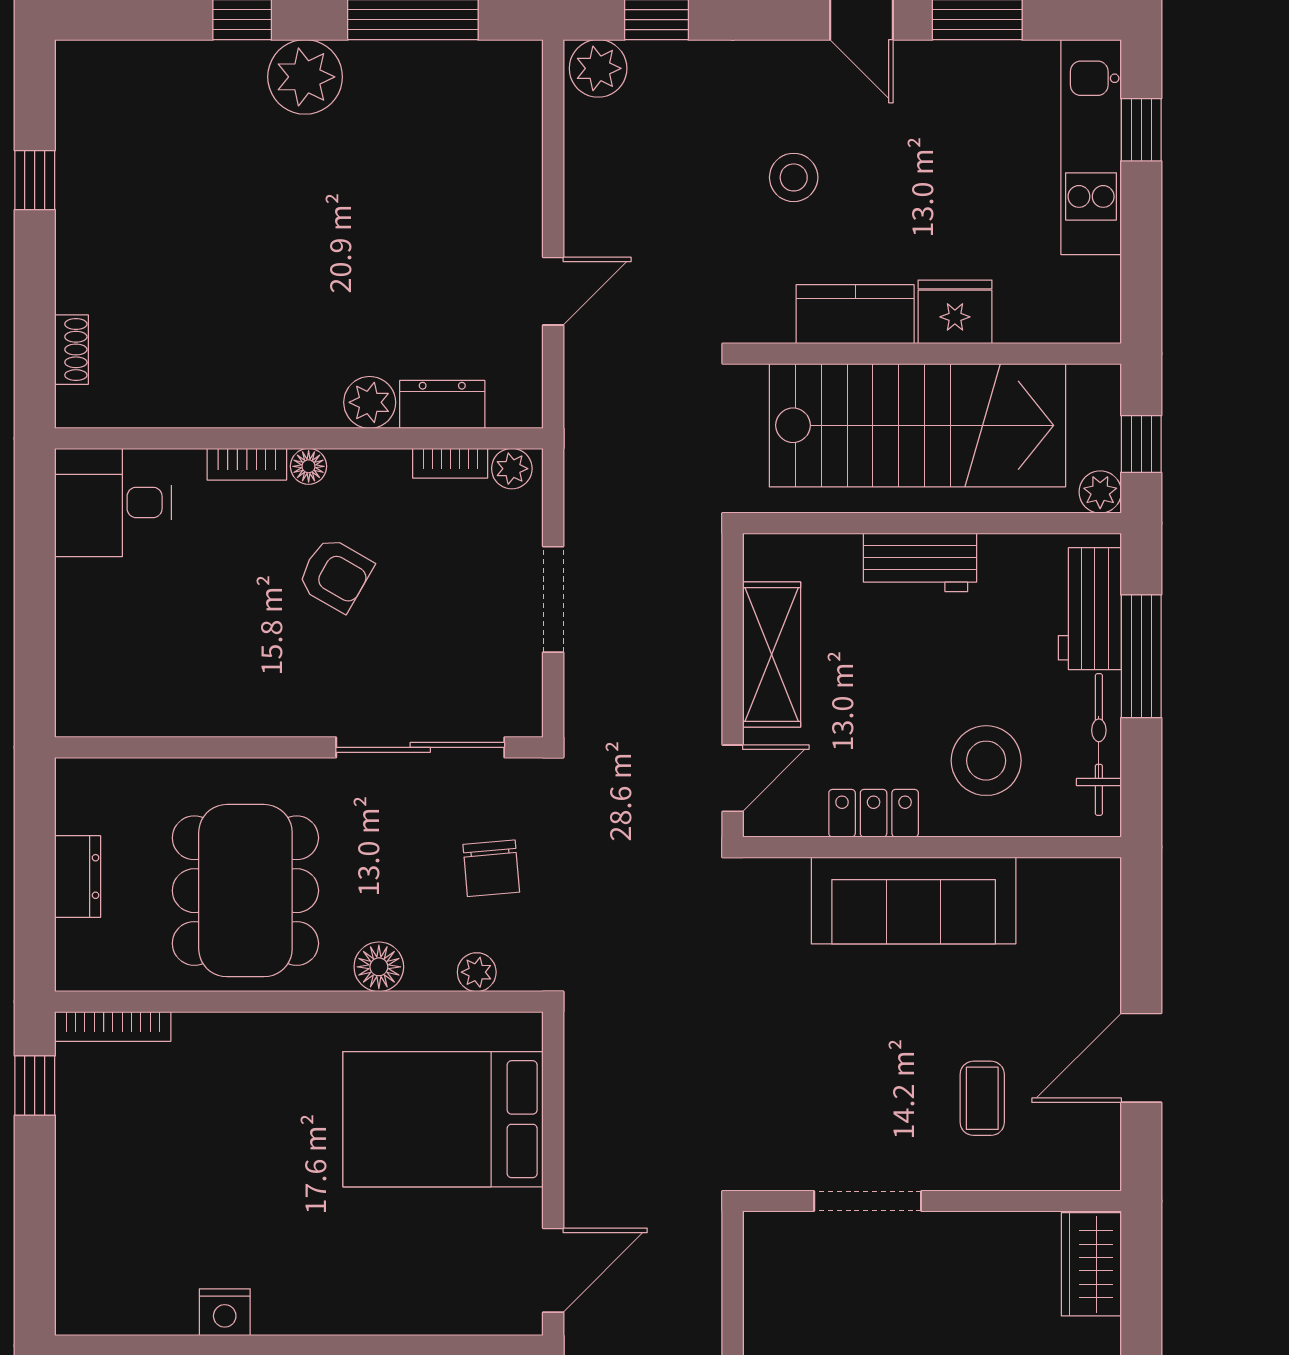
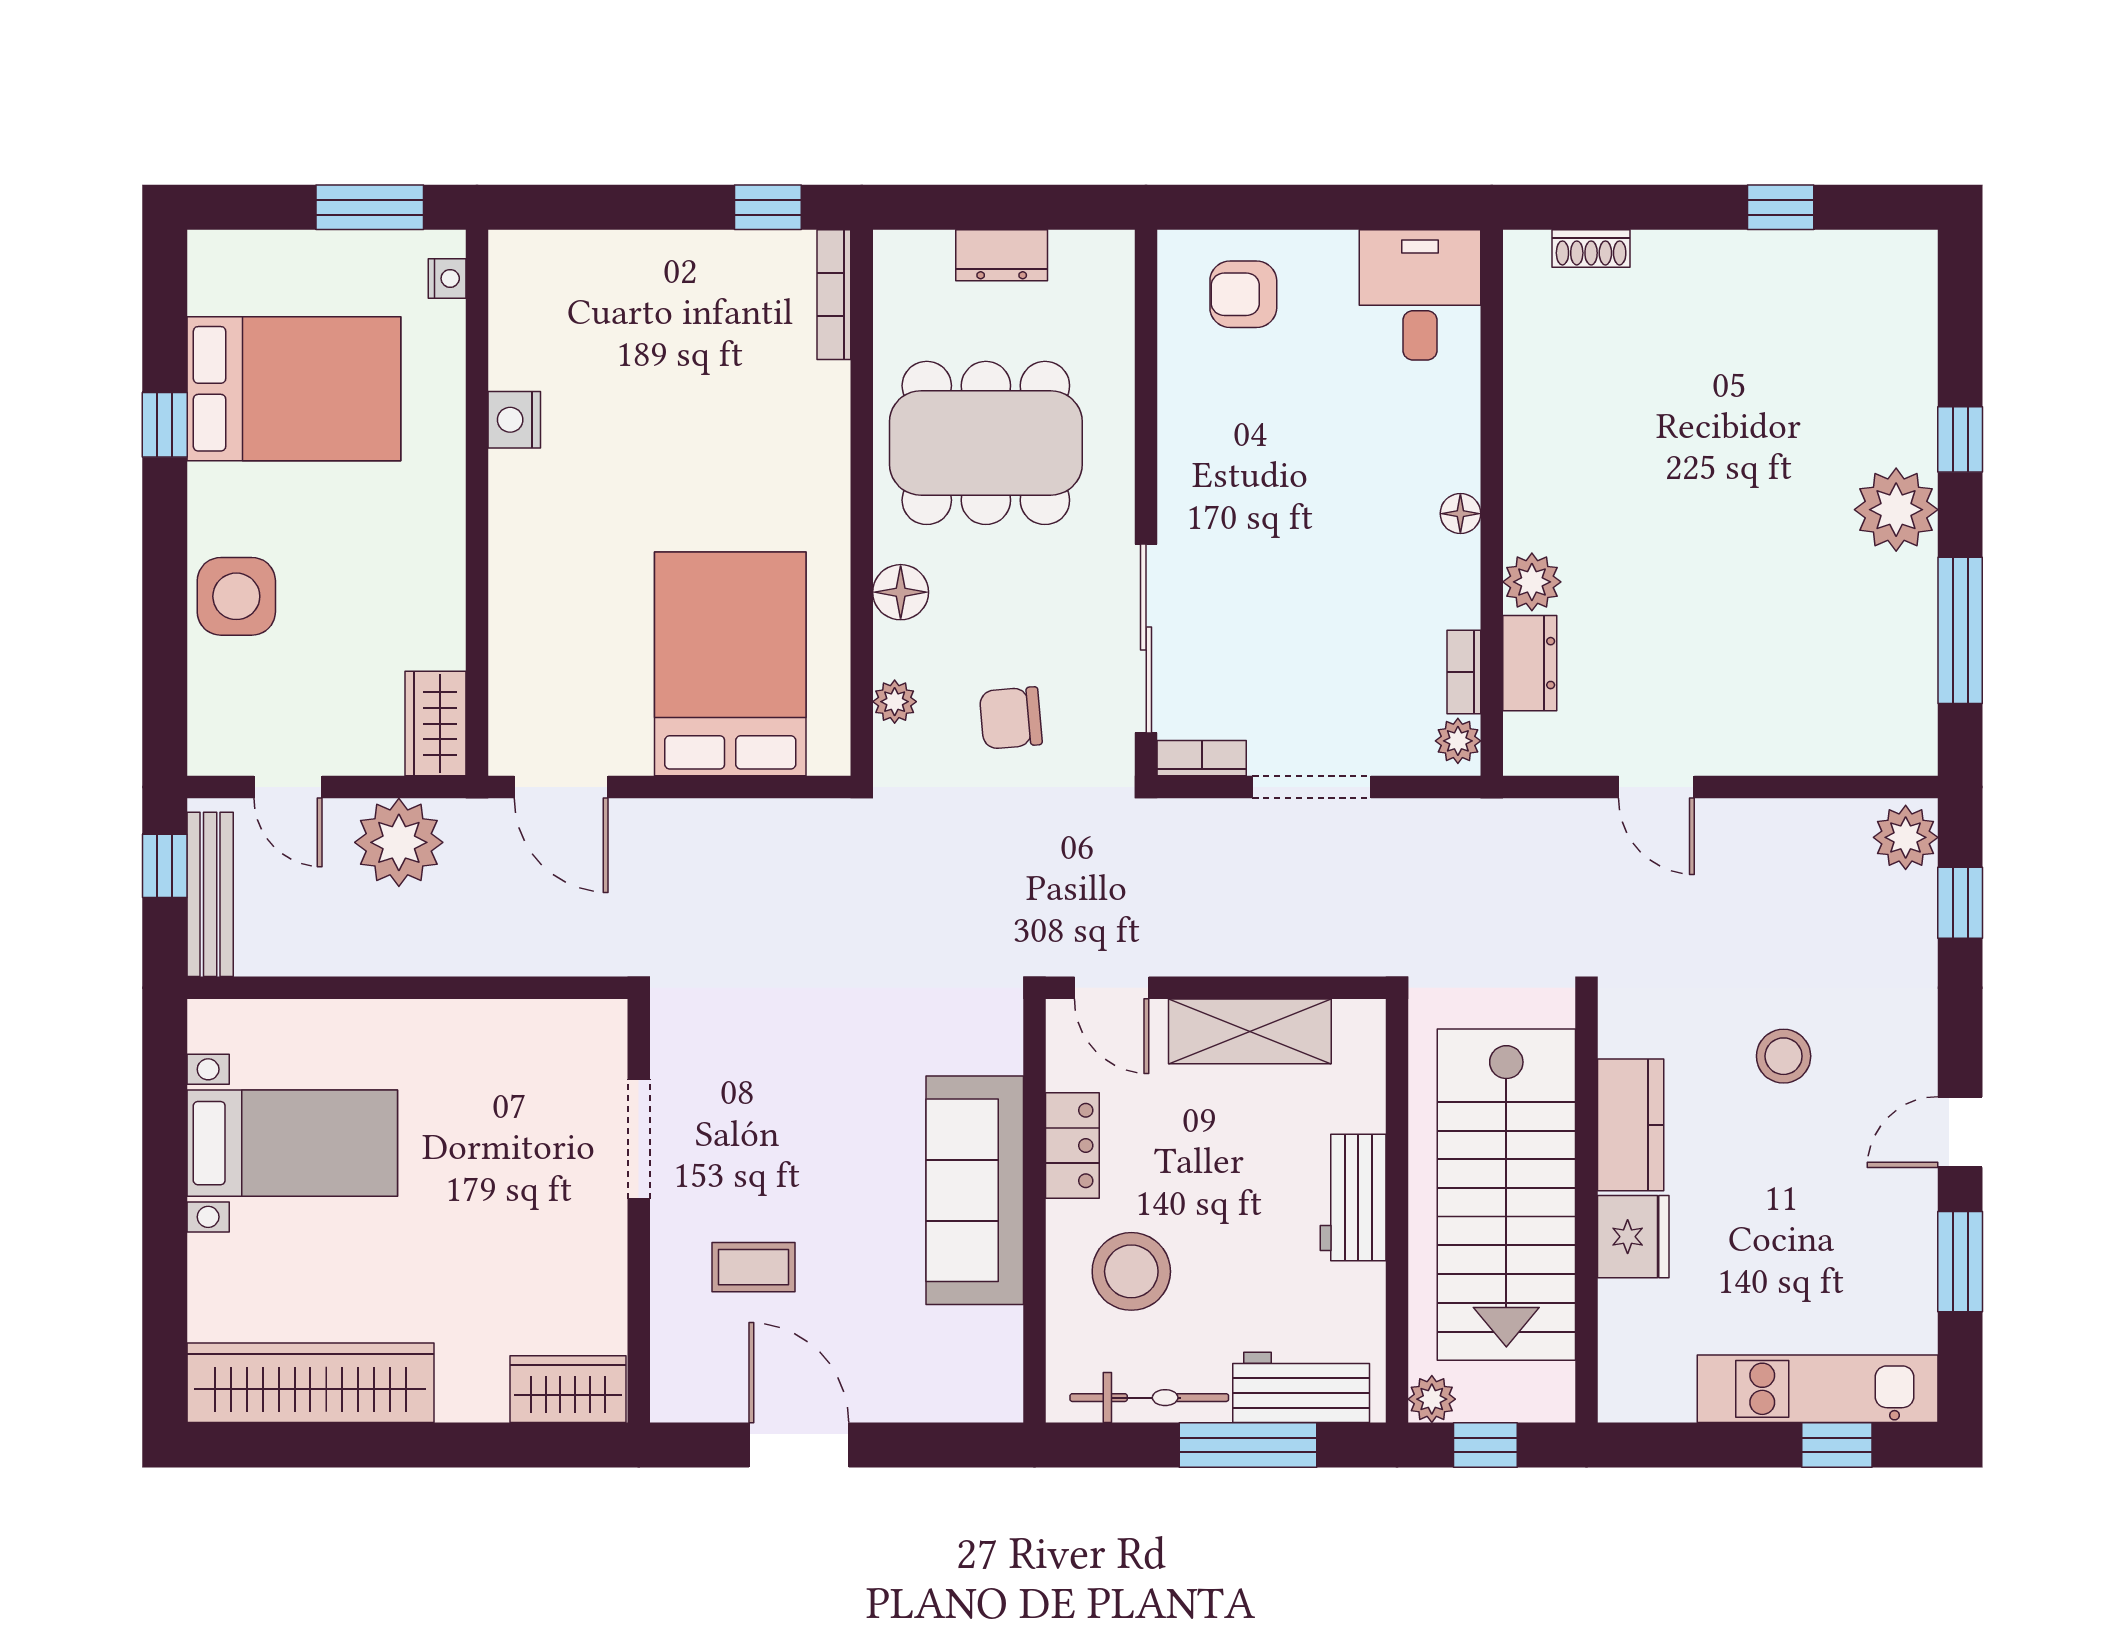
bookcase: (247, 464) -> (1202, 758), moved, turned 90
armchair: (335, 574) -> (1243, 294), moved, turned 60

